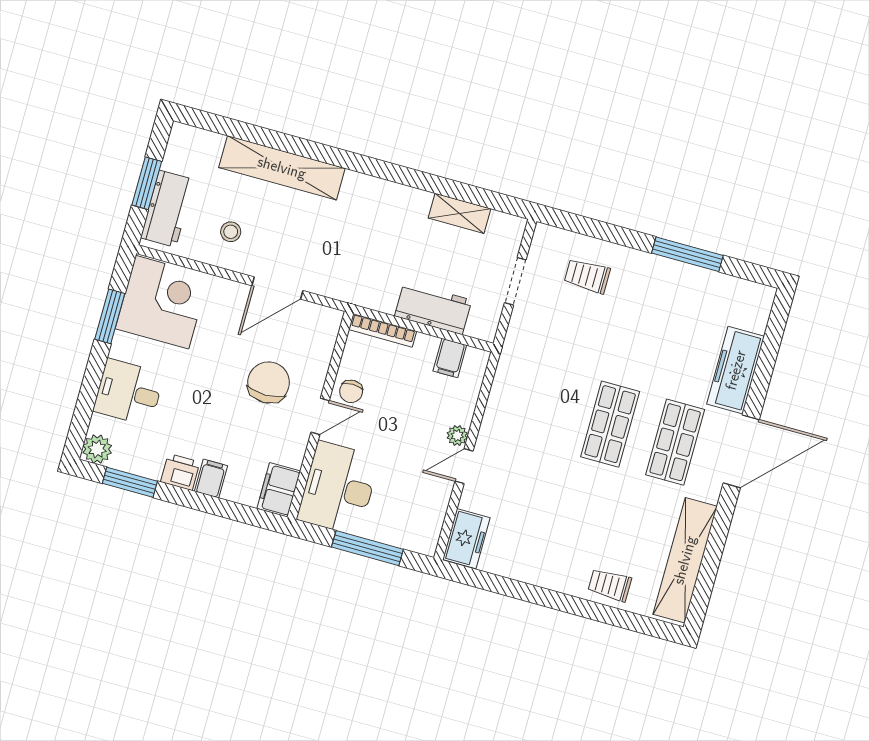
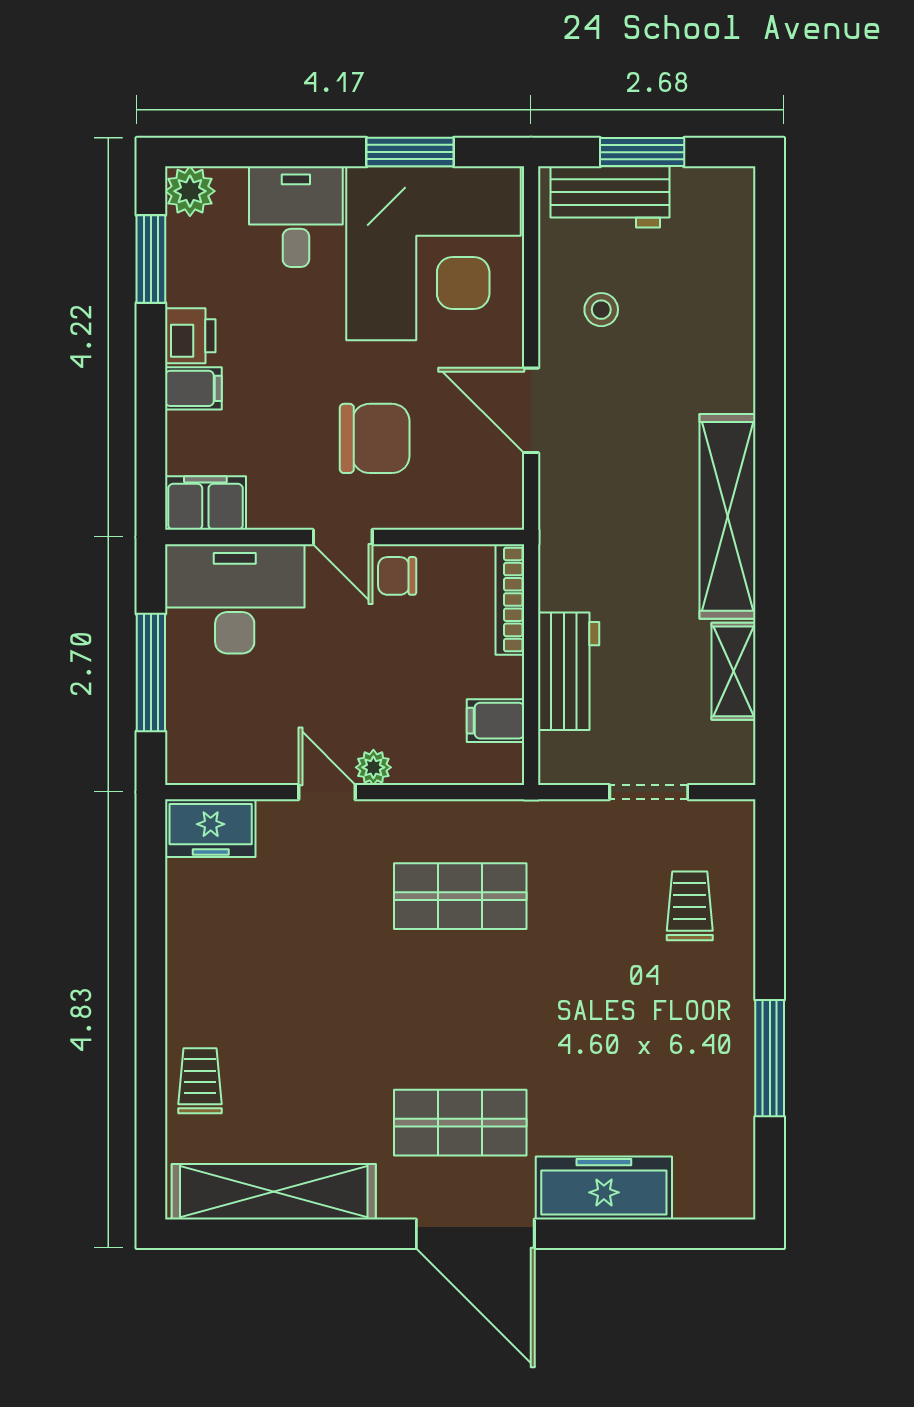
shelving: (282, 168) -> (728, 516), moved
corner desk: (162, 302) -> (434, 253), width x1.36, depth x1.36
shop shelf: (610, 424) -> (460, 896), moved

